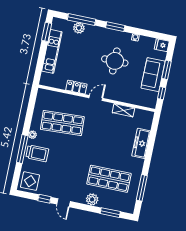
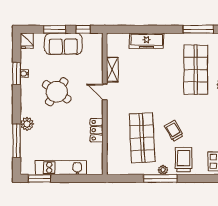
window: (115, 27) -> (17, 73), moved
plant: (79, 28) -> (27, 124), moved
round table: (115, 61) -> (57, 92), turned 35
door: (96, 98) -> (105, 92), moved
window: (22, 149) -> (160, 178), moved
trolley: (63, 150) -> (174, 131), added

